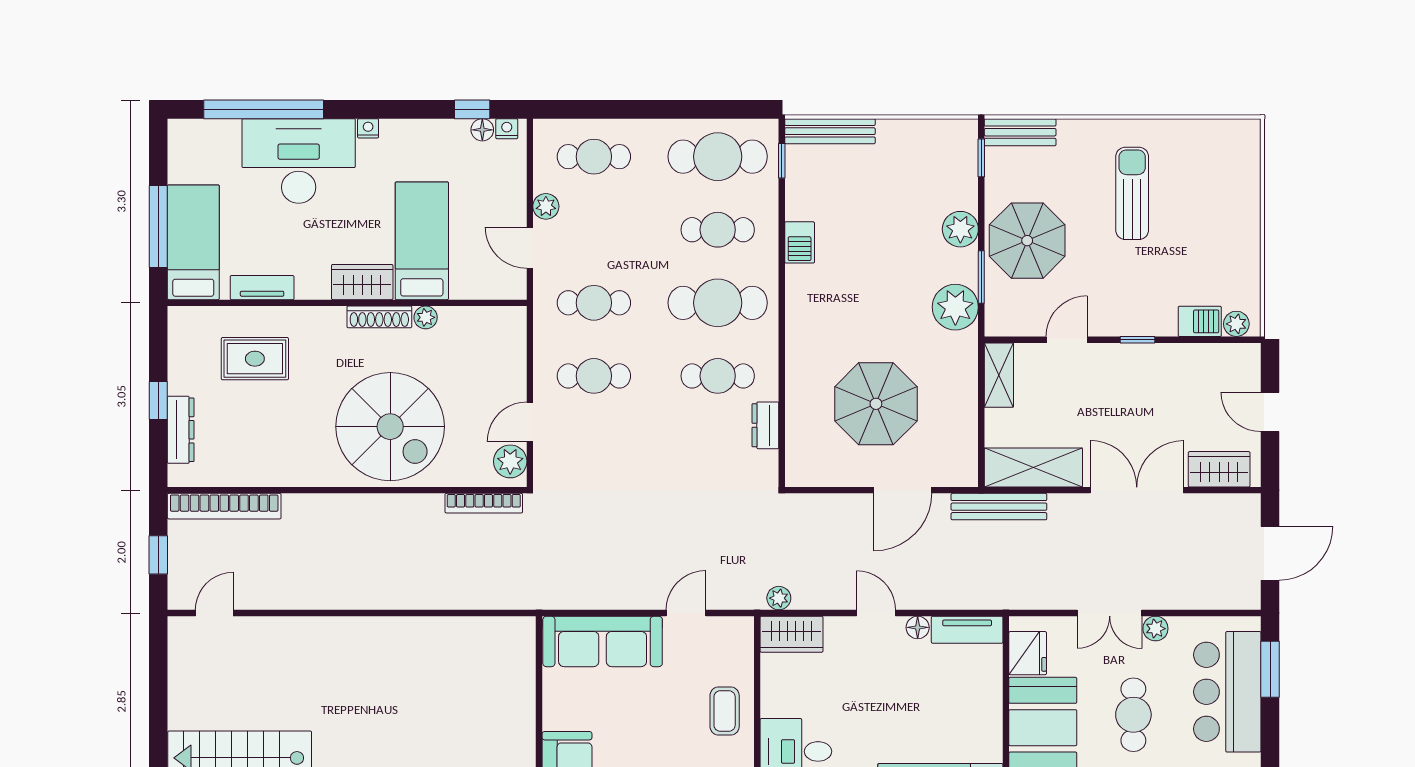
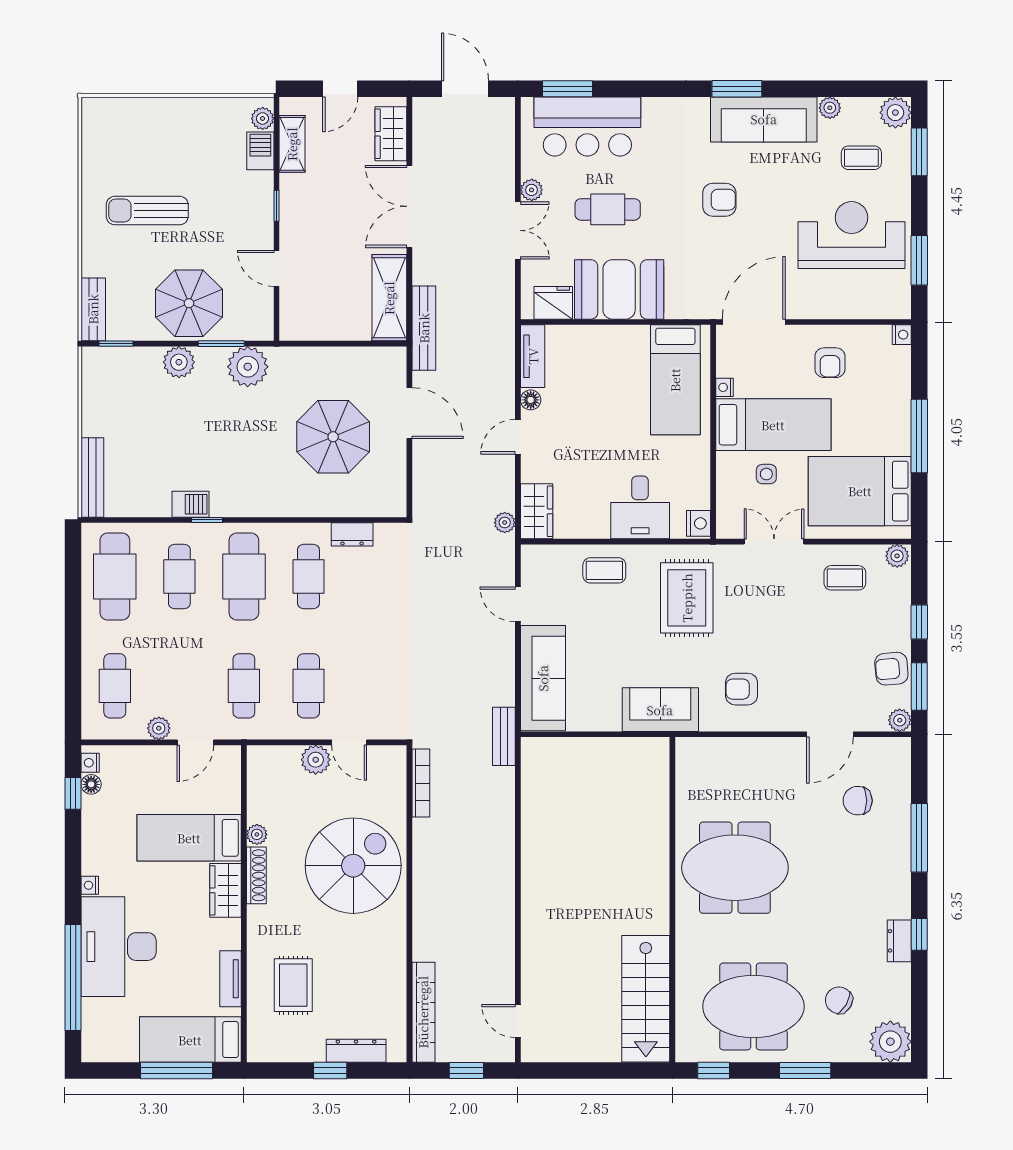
window: (782, 161) -> (207, 520), moved
shelving: (999, 375) -> (292, 144), moved, turned 90
plant: (510, 461) -> (316, 760), moved
bench: (537, 597) -> (504, 736), added

